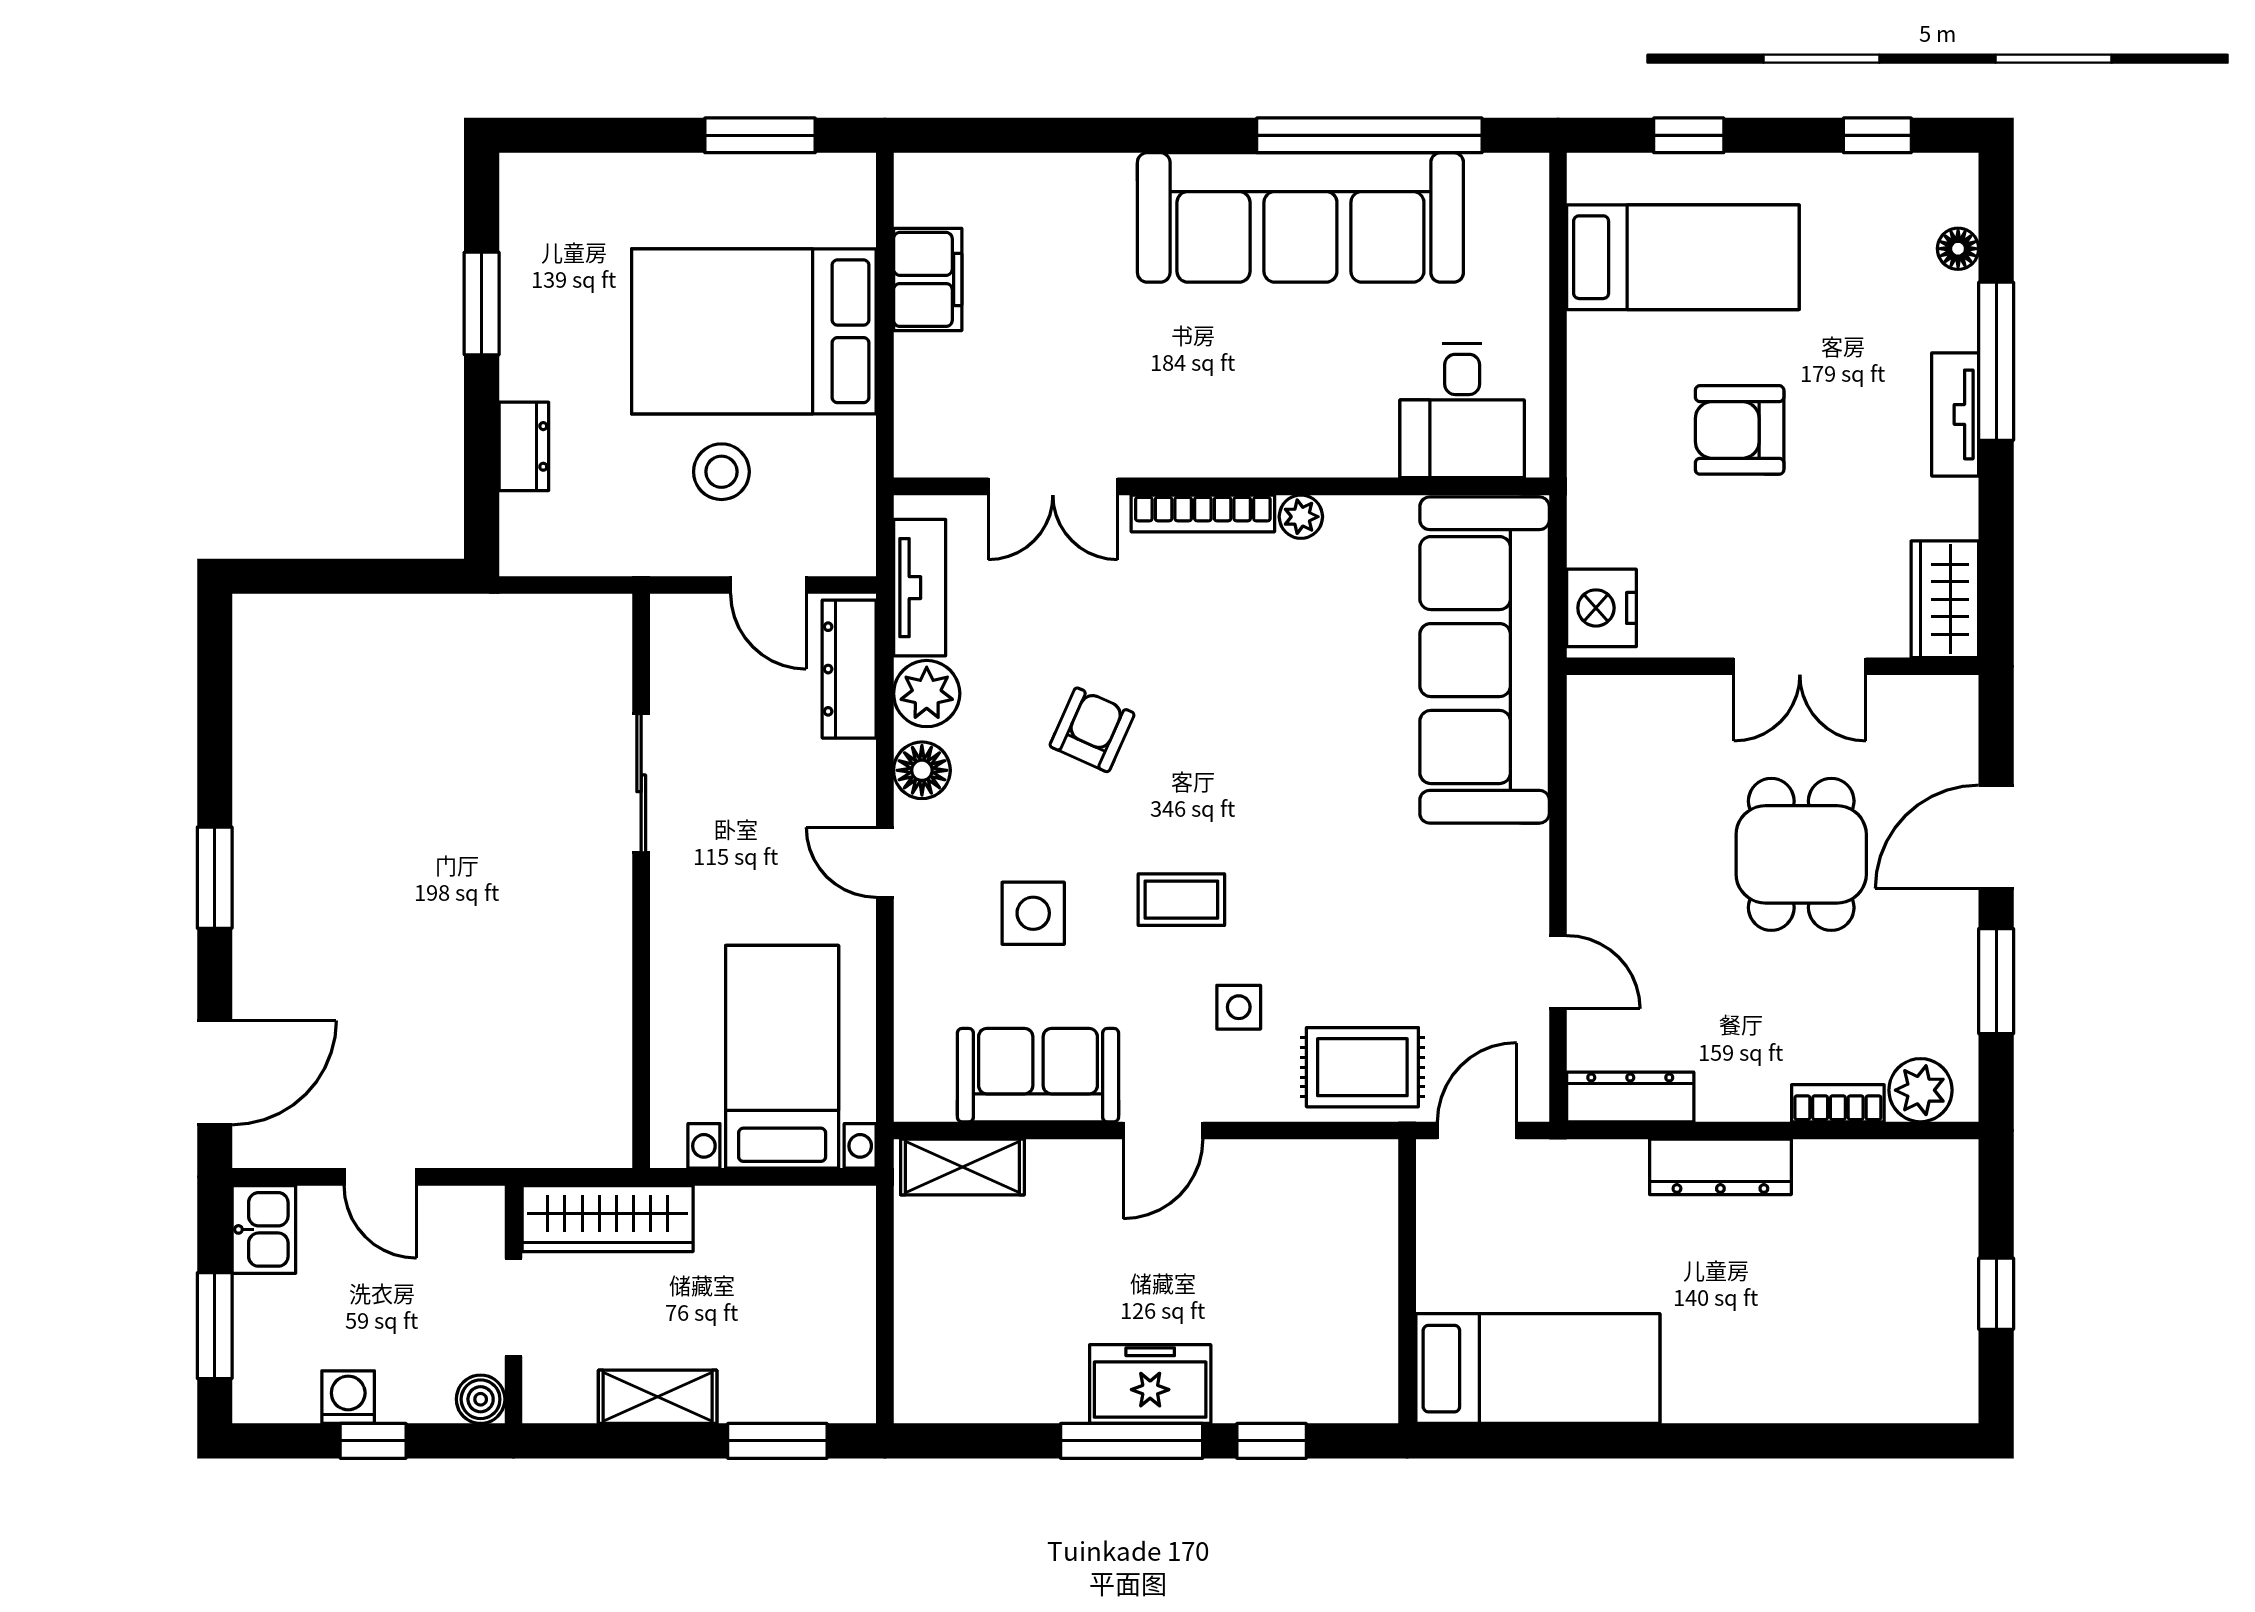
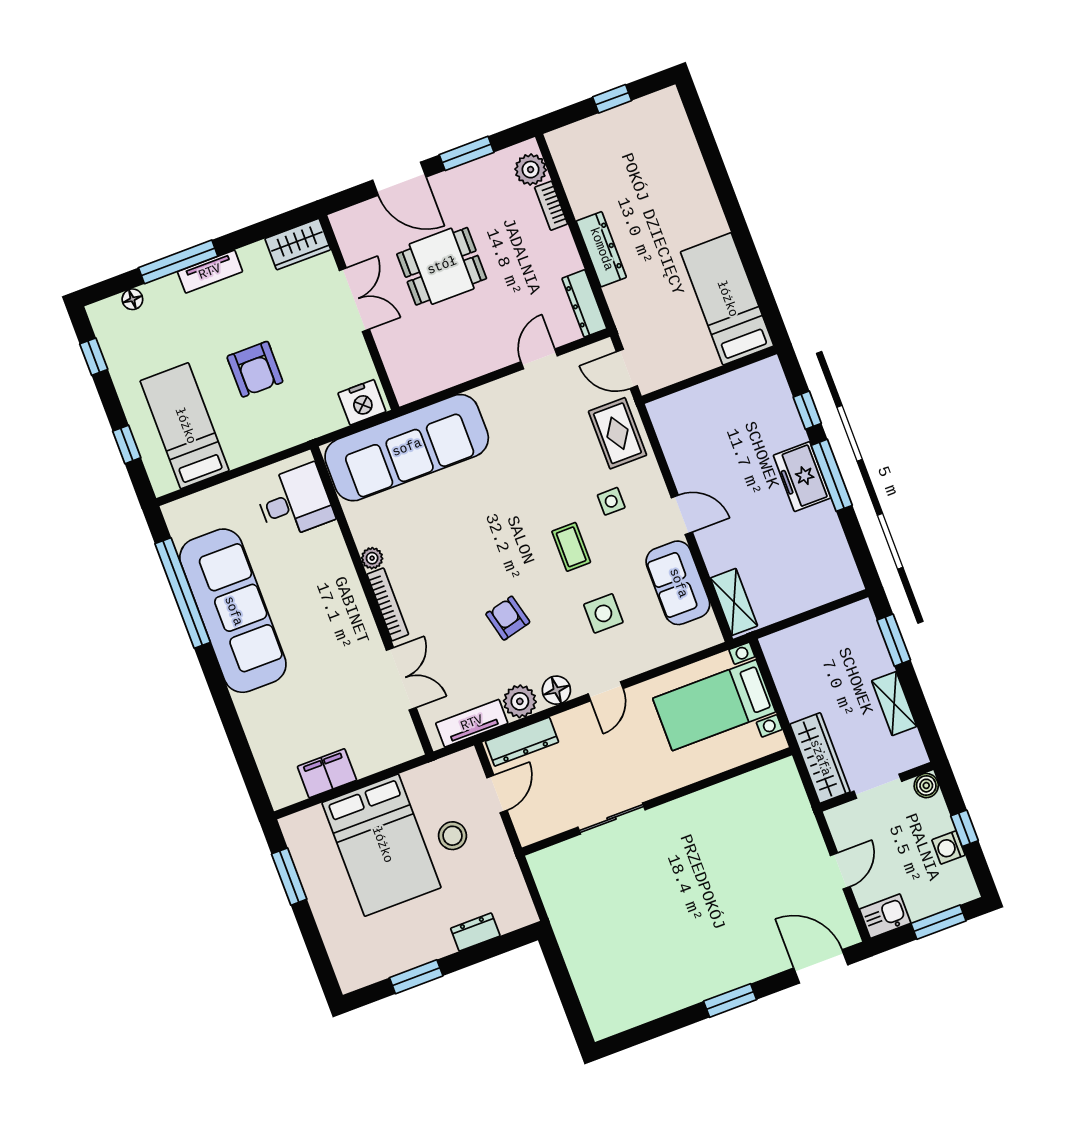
armchair: (1092, 730) -> (508, 618), turned 52

